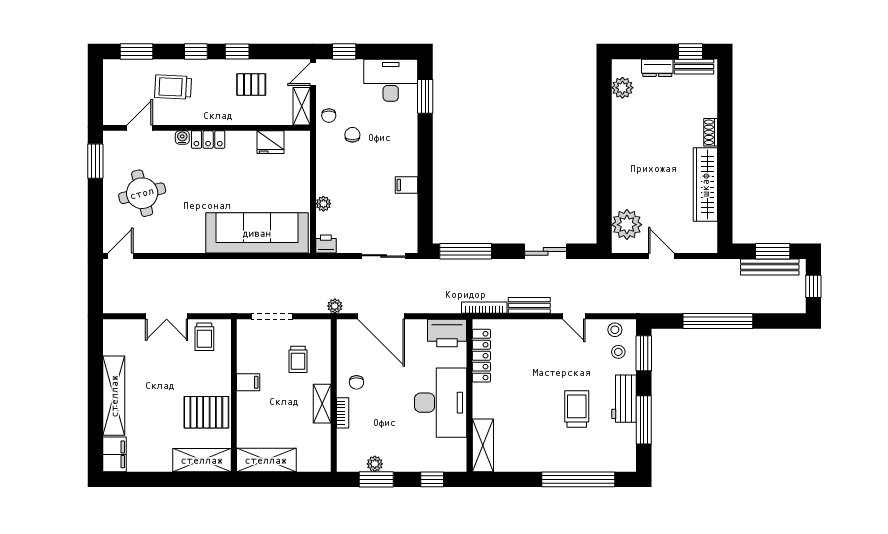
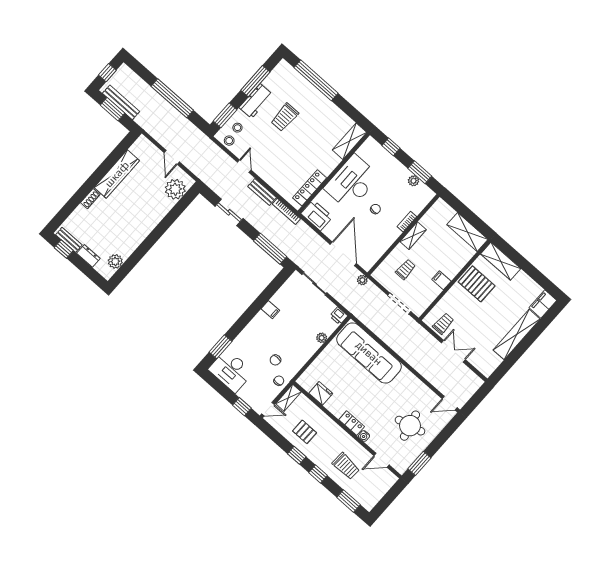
chair: (356, 382) -> (375, 209), moved

